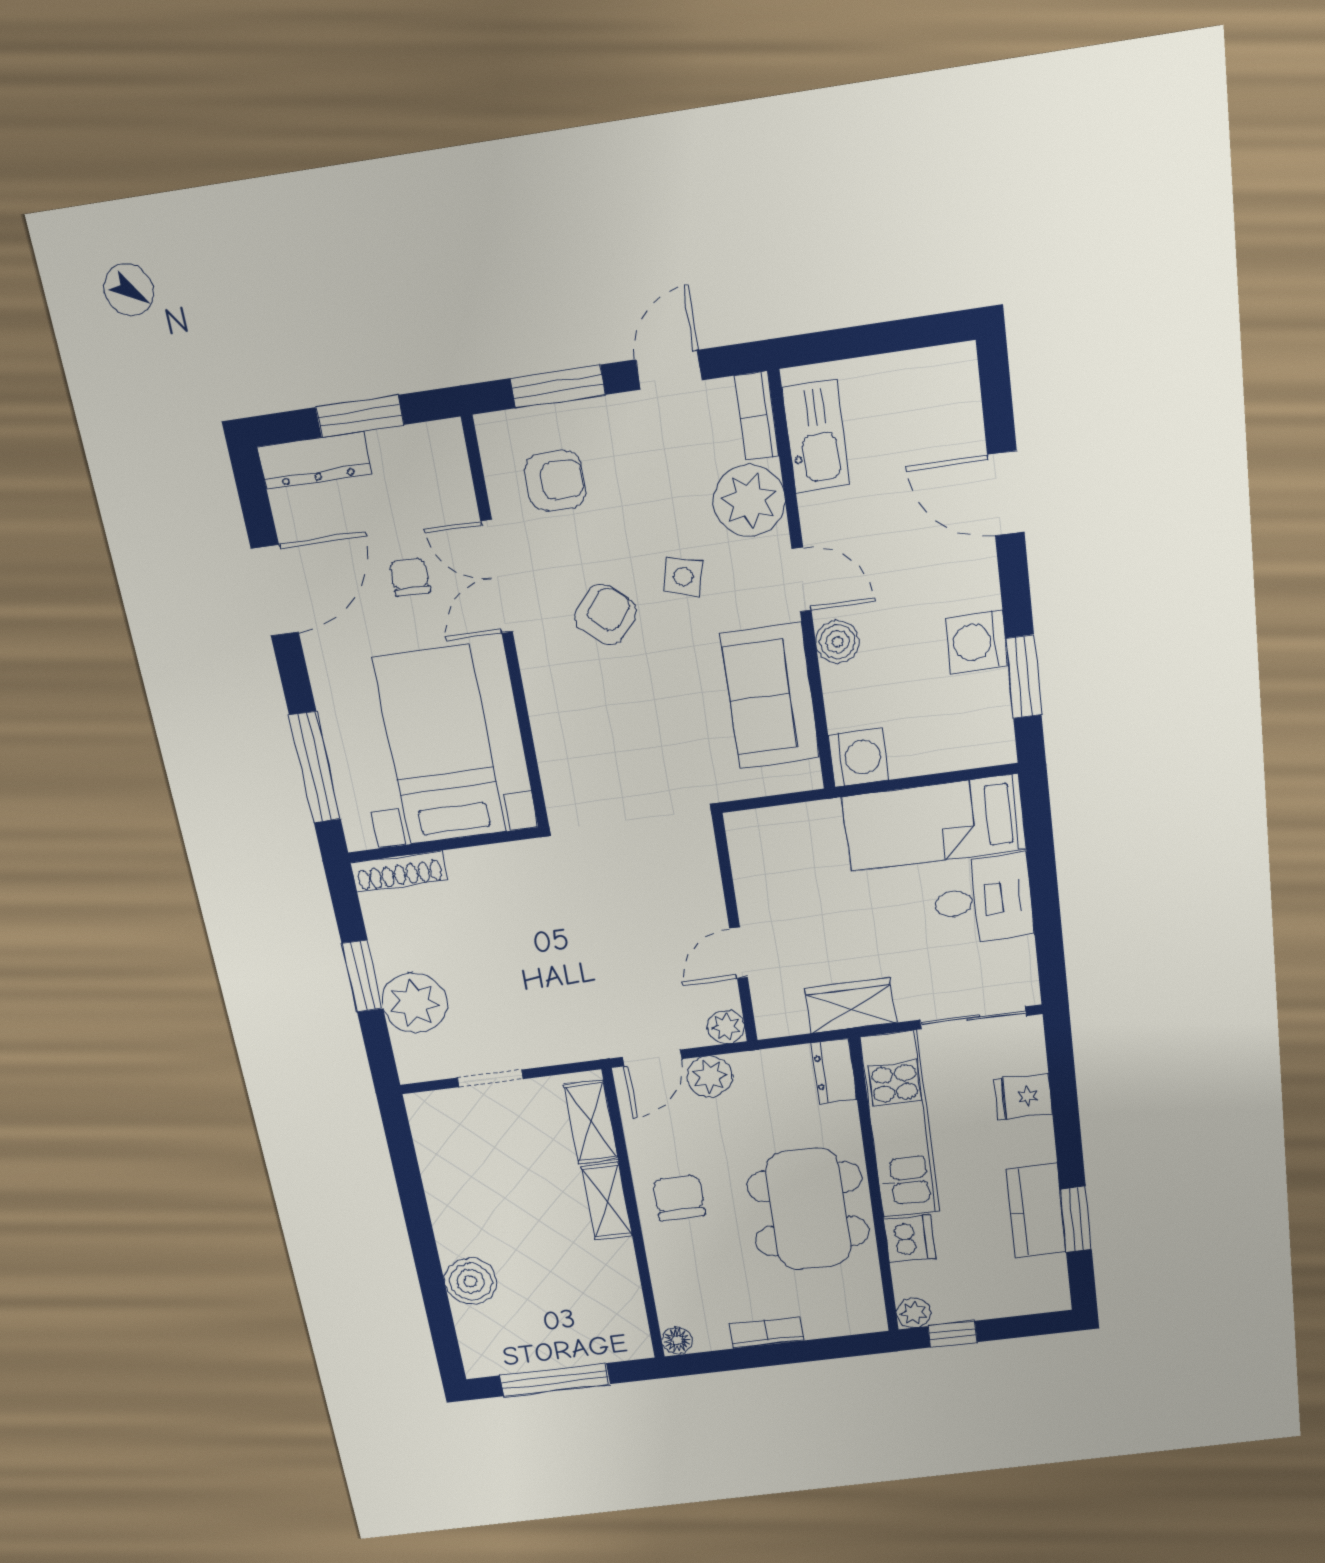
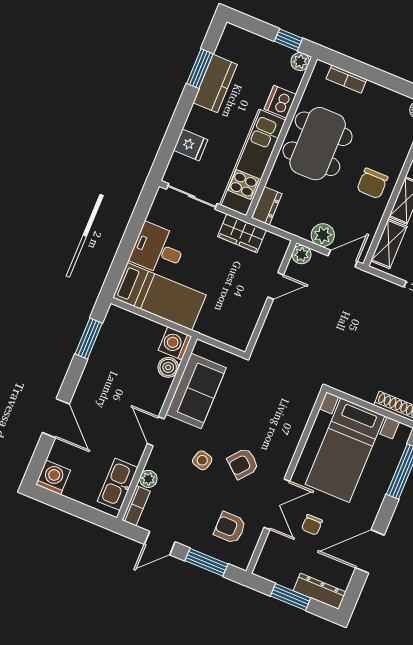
plant: (749, 501) -> (148, 479), width x0.53, depth x0.53
boiler: (837, 642) -> (168, 367), moved
washing machine: (977, 642) -> (53, 477), moved, turned -90
bookcase: (766, 1332) -> (346, 79), moved

